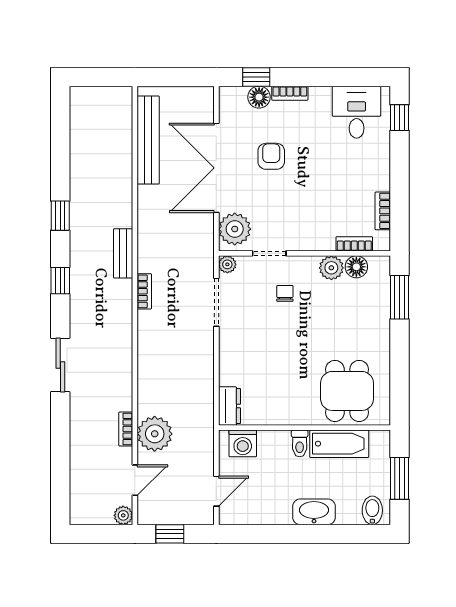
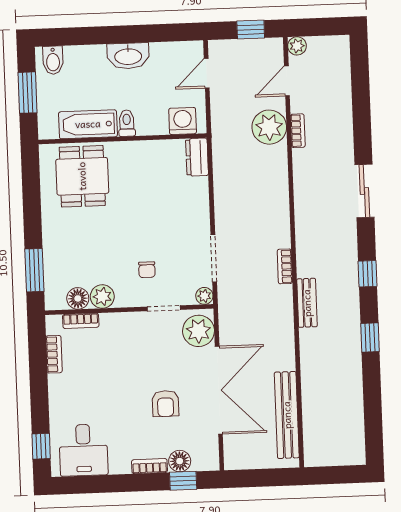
washbasin: (314, 512) -> (128, 56), moved

